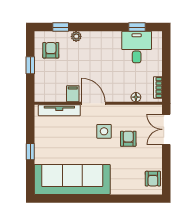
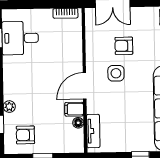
floor lamp: (136, 97) -> (78, 123), moved
tv unit: (59, 110) -> (93, 131), width x0.71

